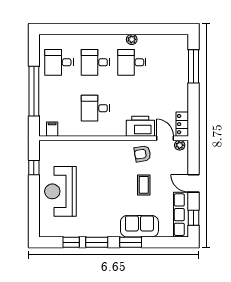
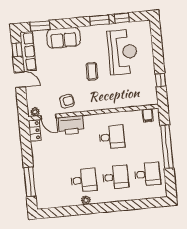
coffee table: (144, 185) -> (92, 71), moved
reception desk: (60, 191) -> (123, 52), moved
window: (131, 242) -> (40, 26), moved

